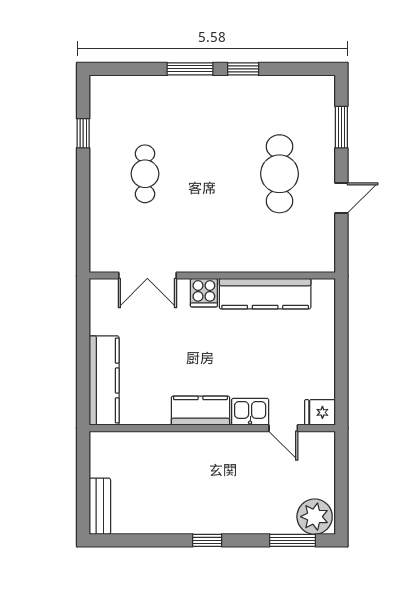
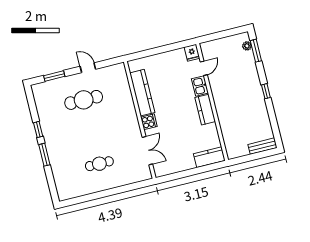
window: (83, 133) -> (87, 198), removed
kitchen counter: (104, 381) -> (209, 157), width x0.67
plant: (315, 517) -> (247, 46), width x0.53, depth x0.53

